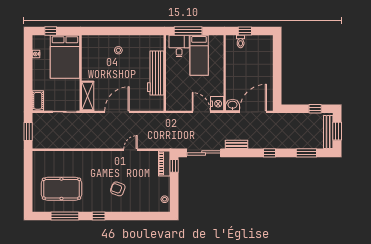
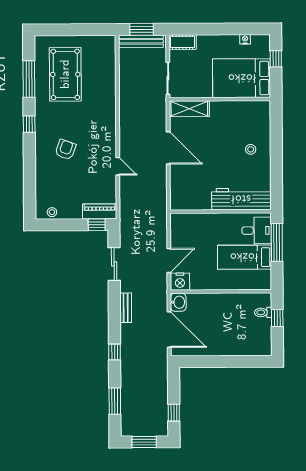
workbench: (156, 73) -> (241, 199), moved
bench: (328, 132) -> (141, 41), moved
sliding door: (204, 153) -> (114, 264), width x0.73

